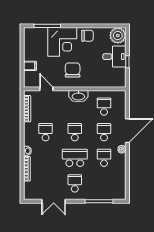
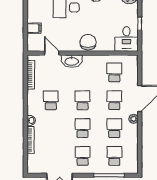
desk: (114, 57) -> (126, 39), moved, turned 90
chair: (73, 70) -> (88, 42), moved
washbasin: (78, 96) -> (72, 61), moved
school desk: (75, 158) -> (83, 128), width x0.54
school desk: (104, 183) -> (114, 156), added

